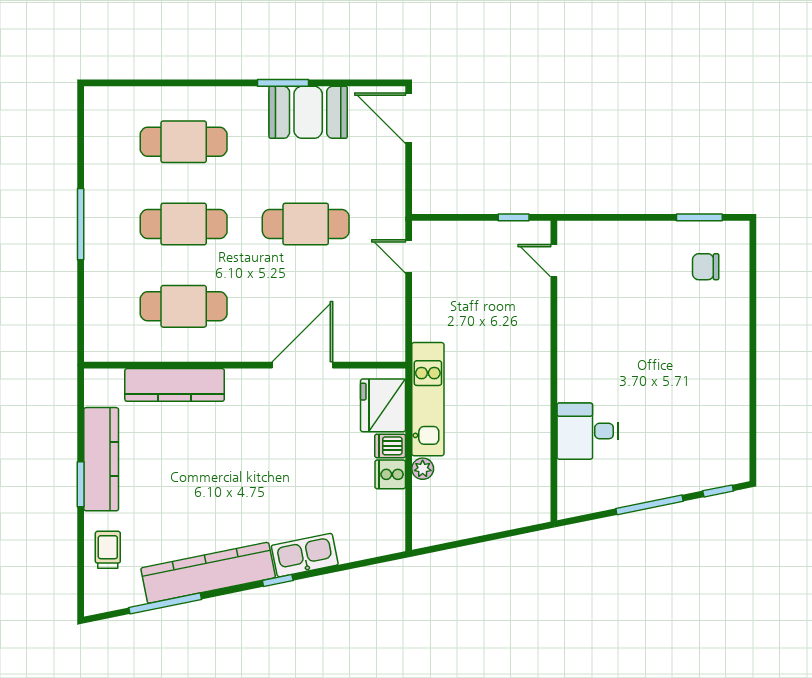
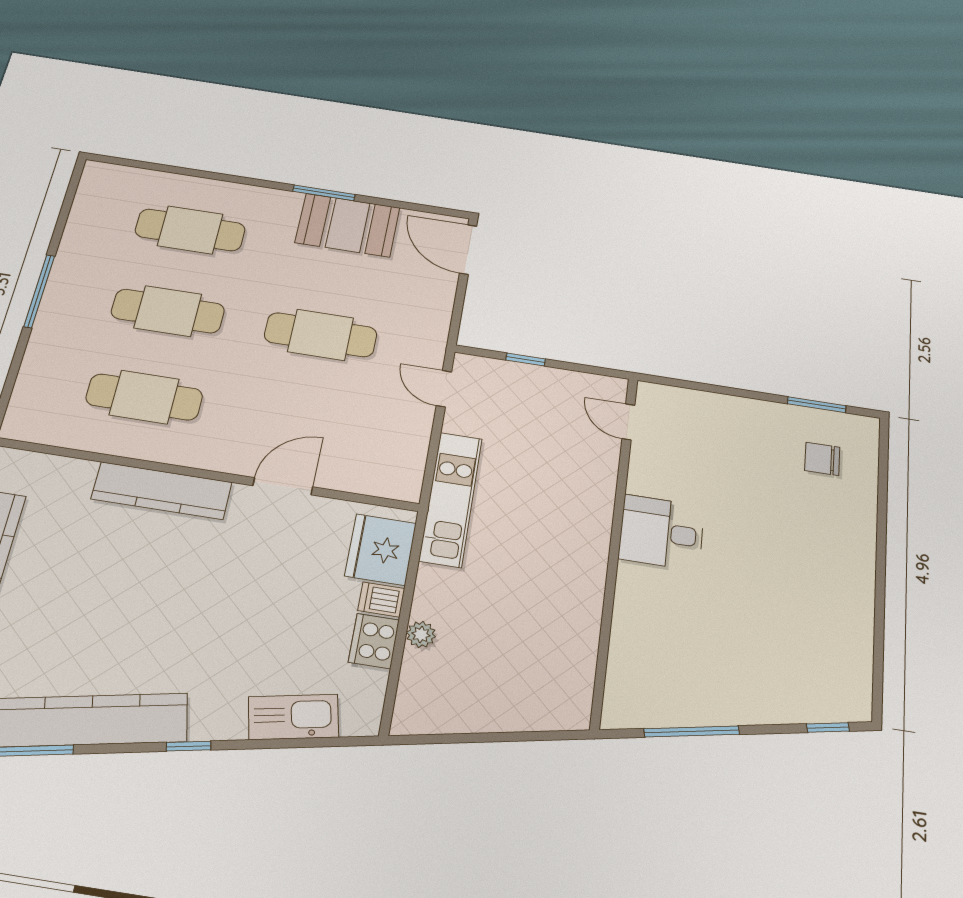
window: (514, 217) -> (526, 359), moved
door: (302, 365) -> (283, 486), width x0.73
kitchen counter: (175, 385) -> (162, 491), moved
kitchen unit: (428, 399) -> (451, 499), moved
desk: (588, 431) -> (662, 532), moved
cooker: (390, 474) -> (374, 641), width x1.36
window: (649, 505) -> (692, 731), moved
kitchen sink: (305, 555) -> (293, 717), moved

